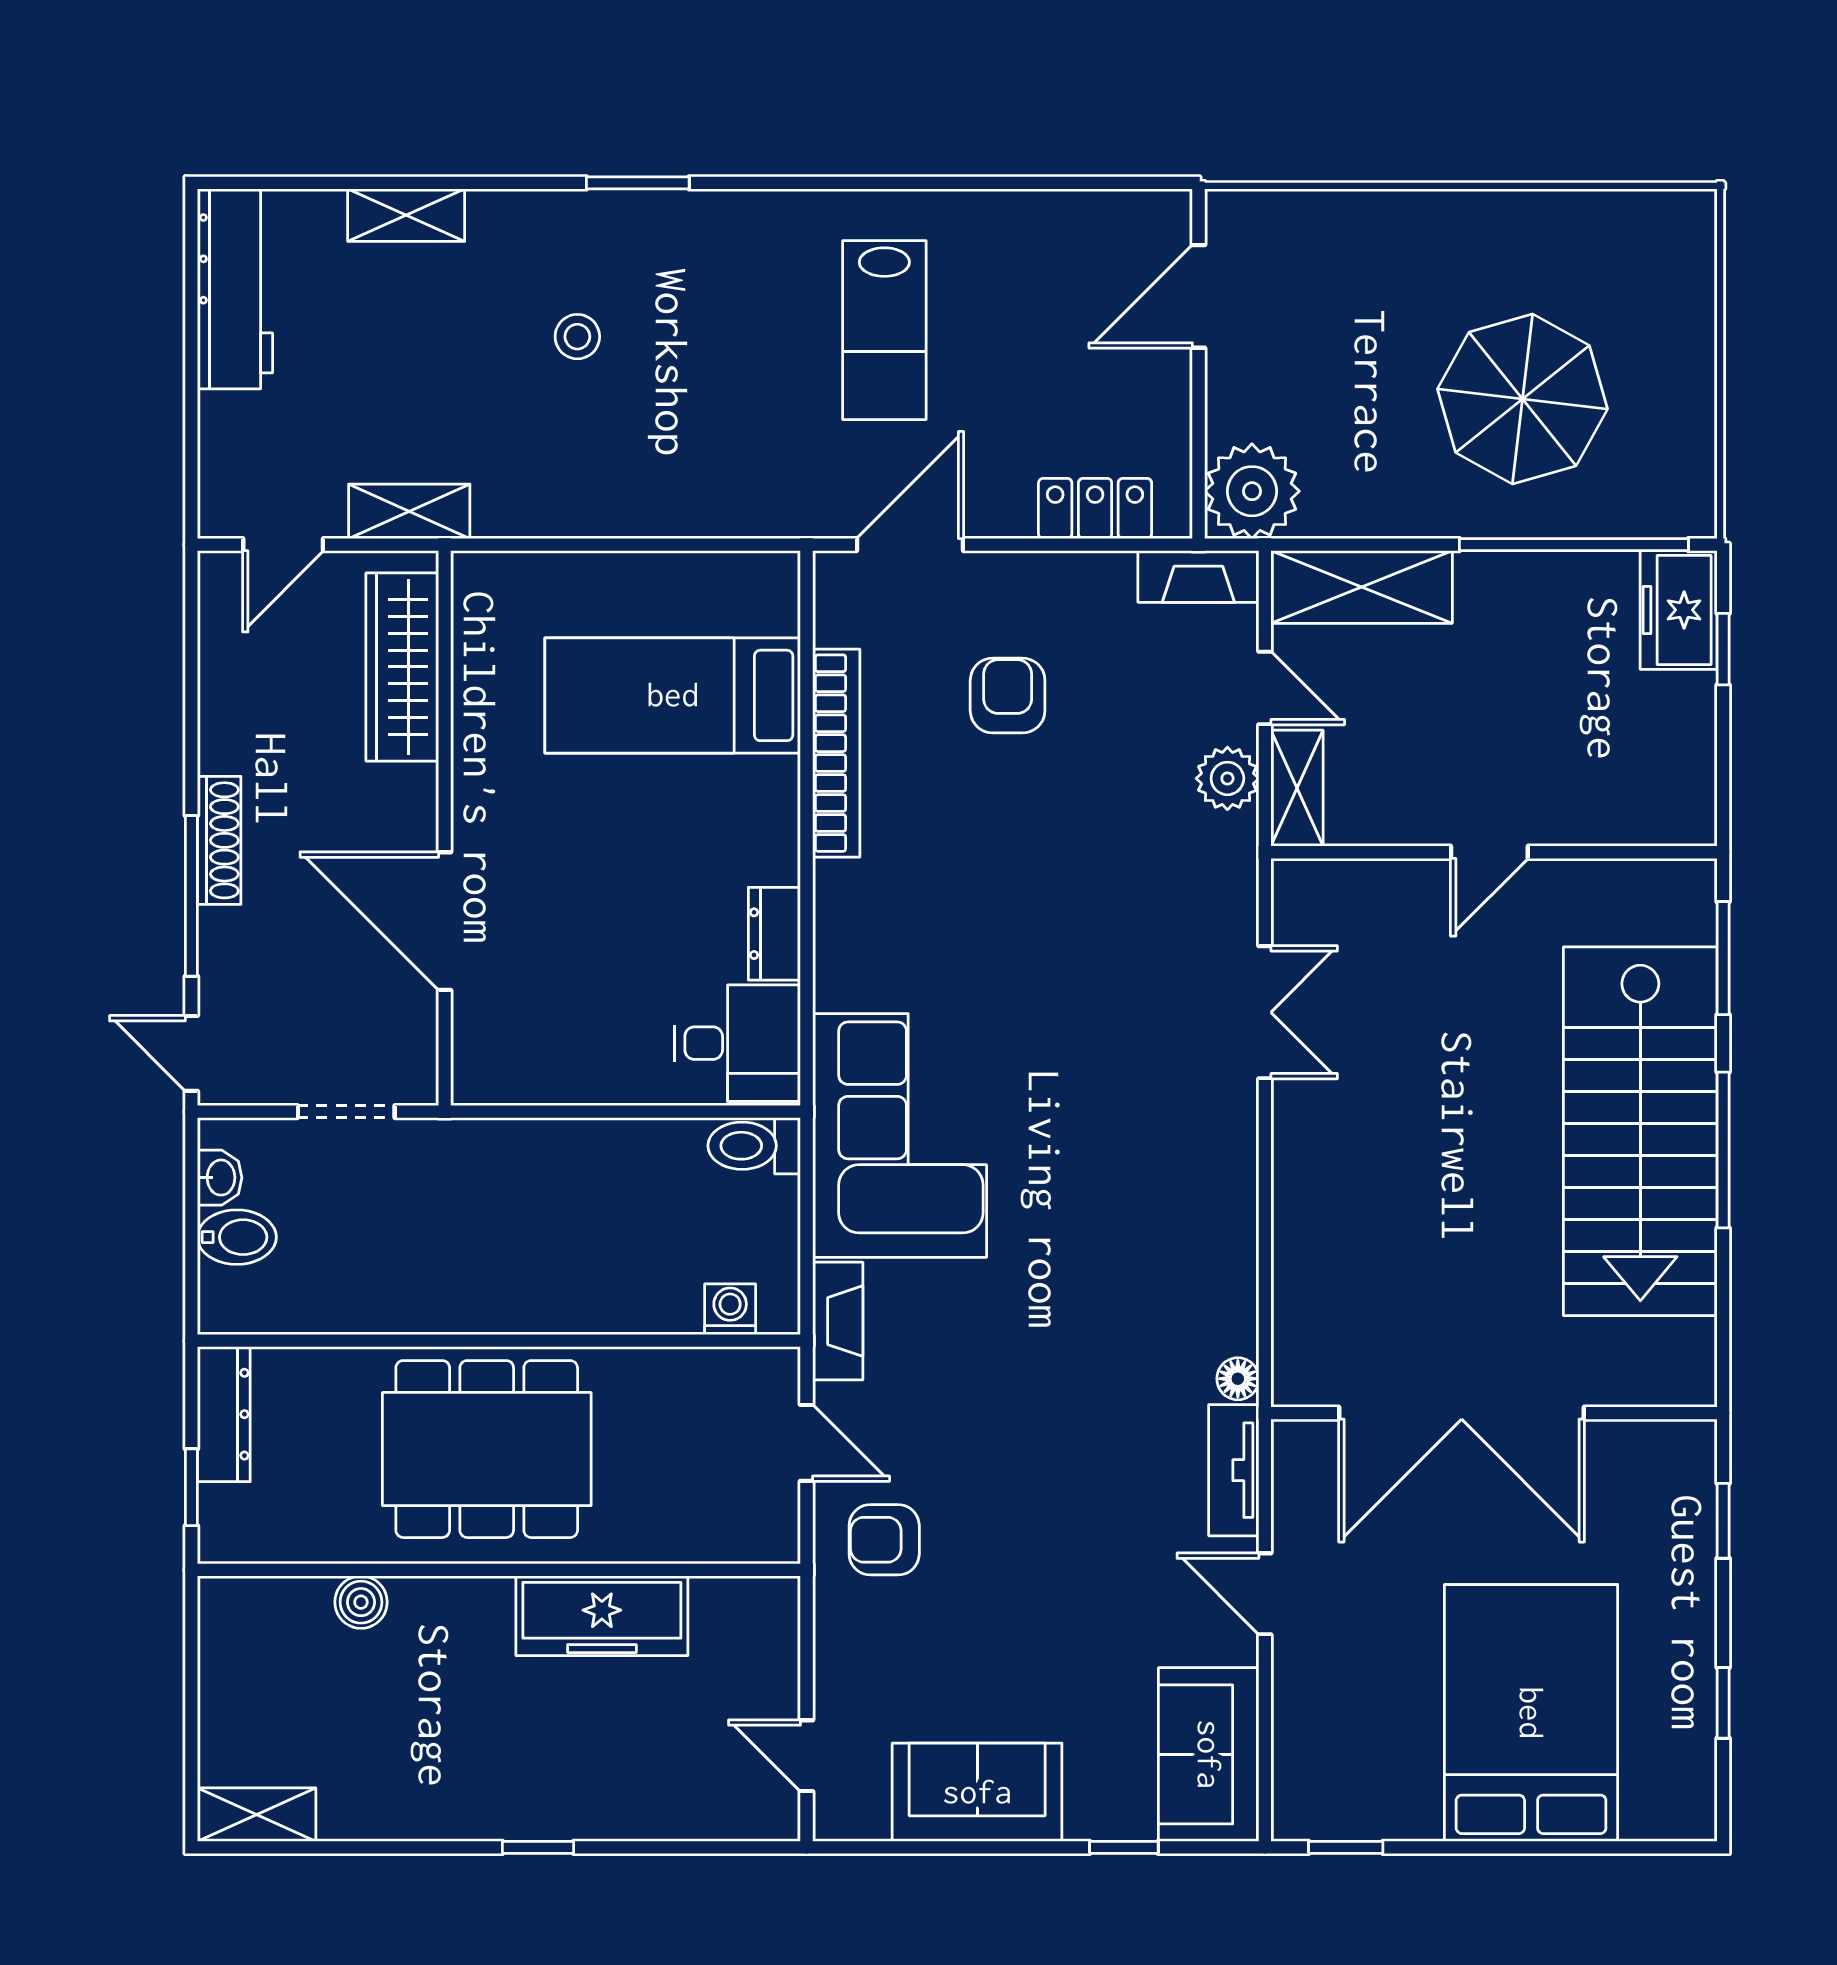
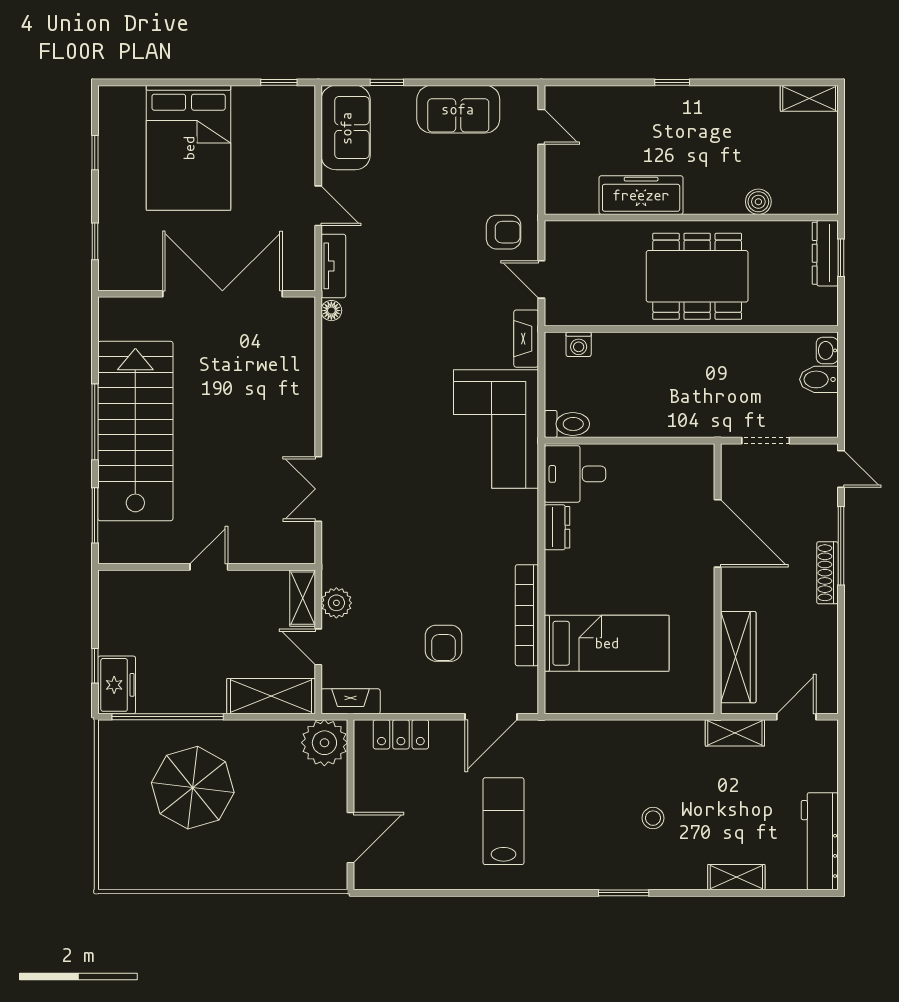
washbasin: (220, 1178) -> (827, 350), moved
dresser: (224, 1414) -> (825, 253), moved

